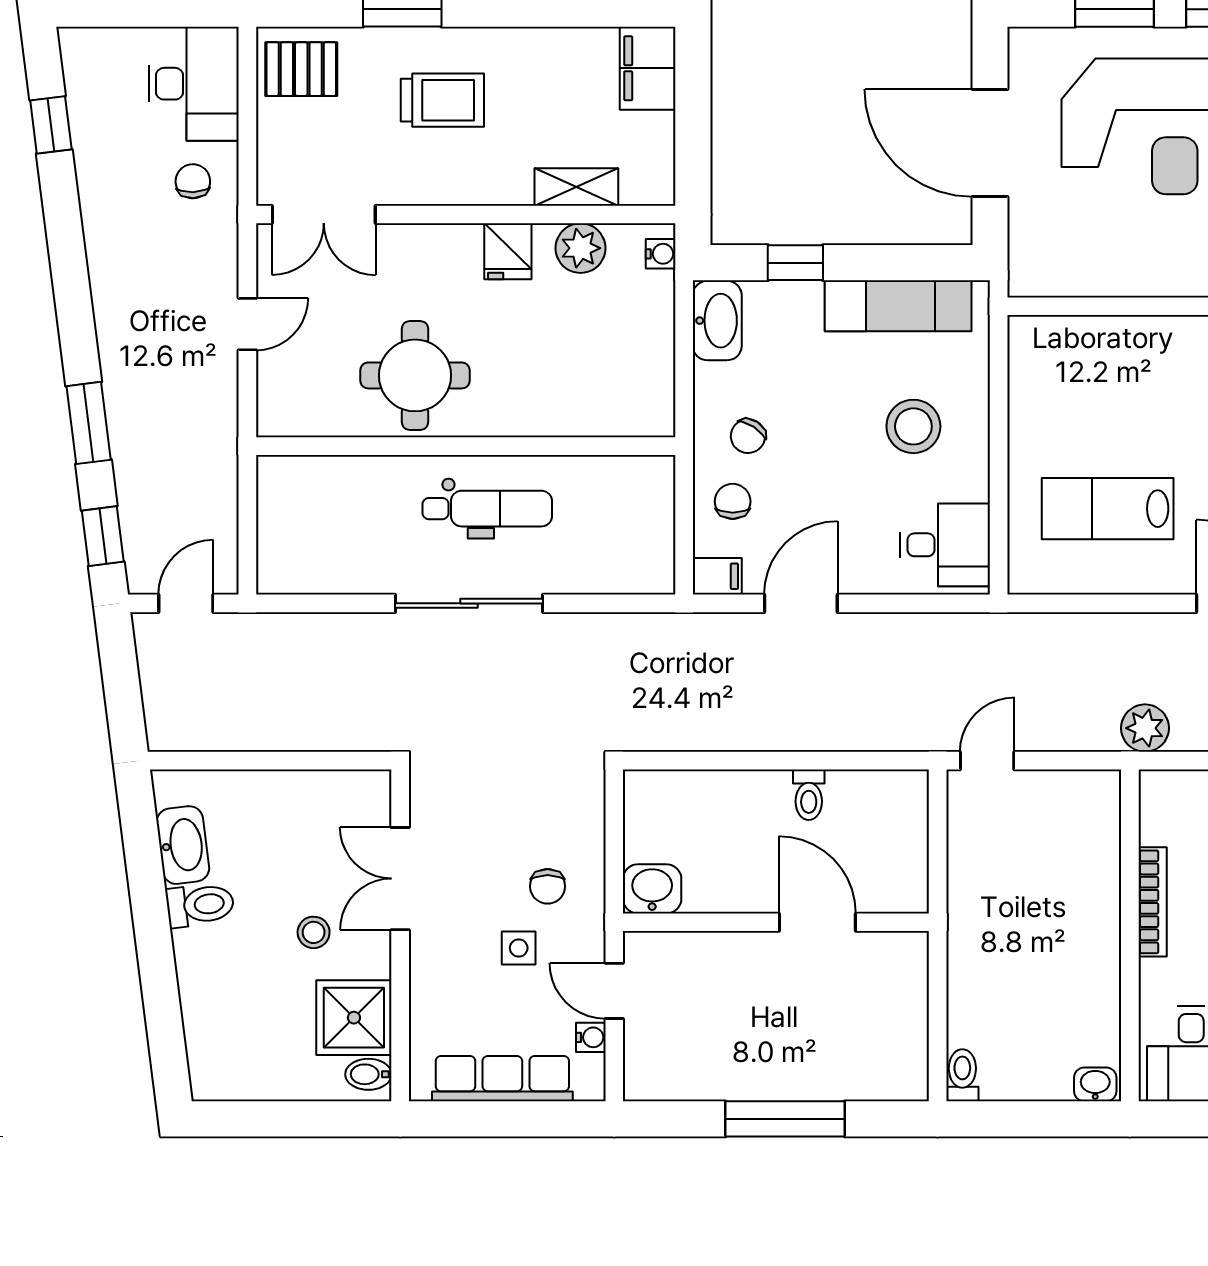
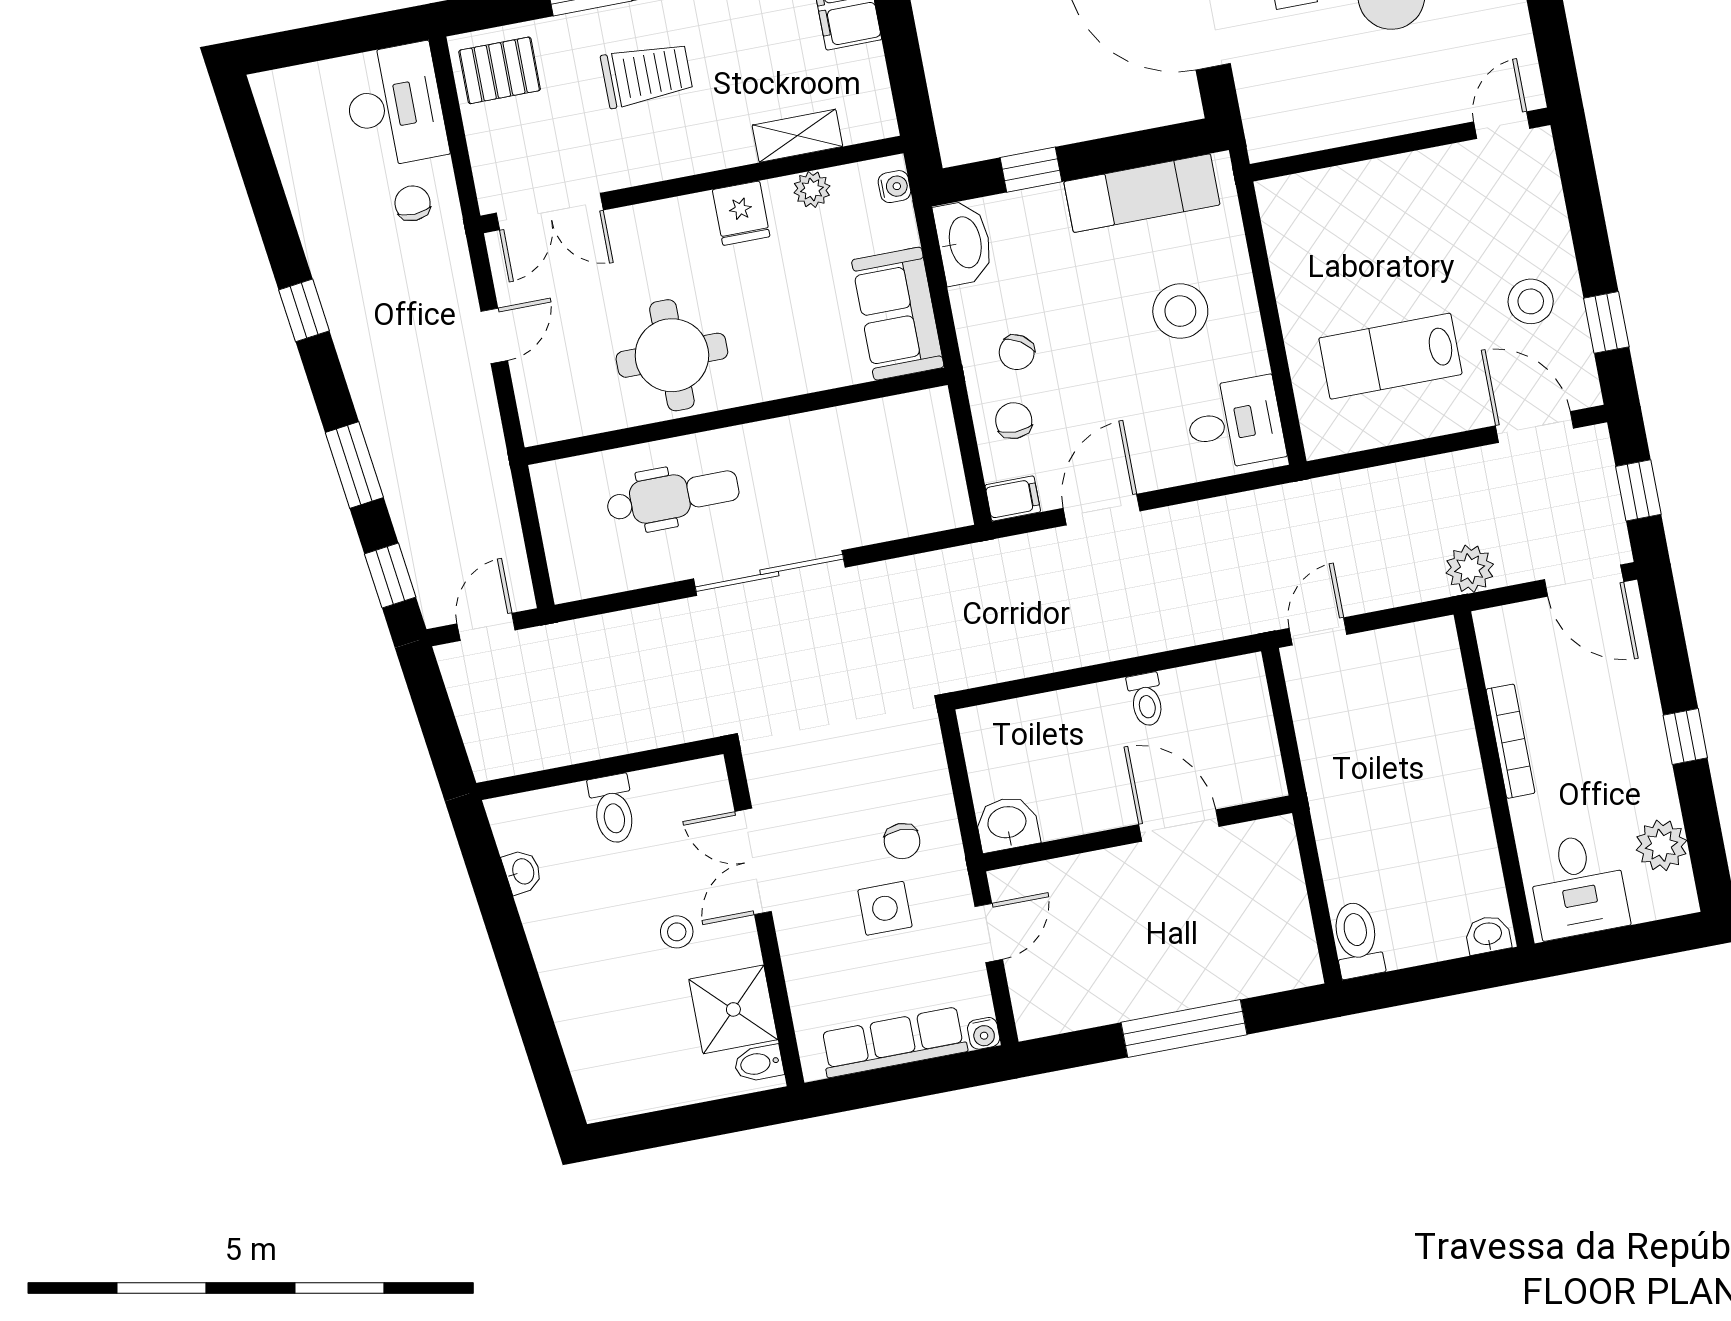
window: (51, 125) -> (304, 310), moved
plant: (581, 248) -> (812, 189), width x0.73, depth x0.73
sofa: (640, 377) -> (898, 314), added
dental chair: (487, 509) -> (673, 497), moved
washbasin: (183, 845) -> (522, 872), width x0.52, depth x0.69
toilet: (200, 905) -> (613, 809), moved, turned 97
side table: (519, 948) -> (885, 908), width x1.37, depth x1.37
door: (614, 991) -> (989, 933), swing flipped
water cooler: (591, 1037) -> (984, 1033), moved, turned 90
toilet: (962, 1075) -> (1357, 940), width x1.37, depth x1.39

